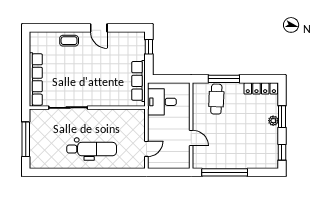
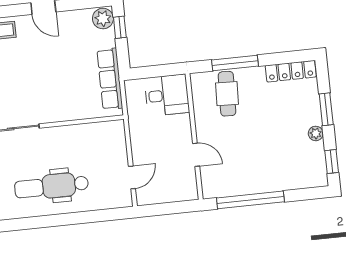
plant: (138, 40) -> (103, 19), added
desk: (162, 102) -> (167, 95), moved, turned 180
plant: (273, 121) -> (316, 133), moved
dental chair: (92, 149) -> (51, 186), turned 180

